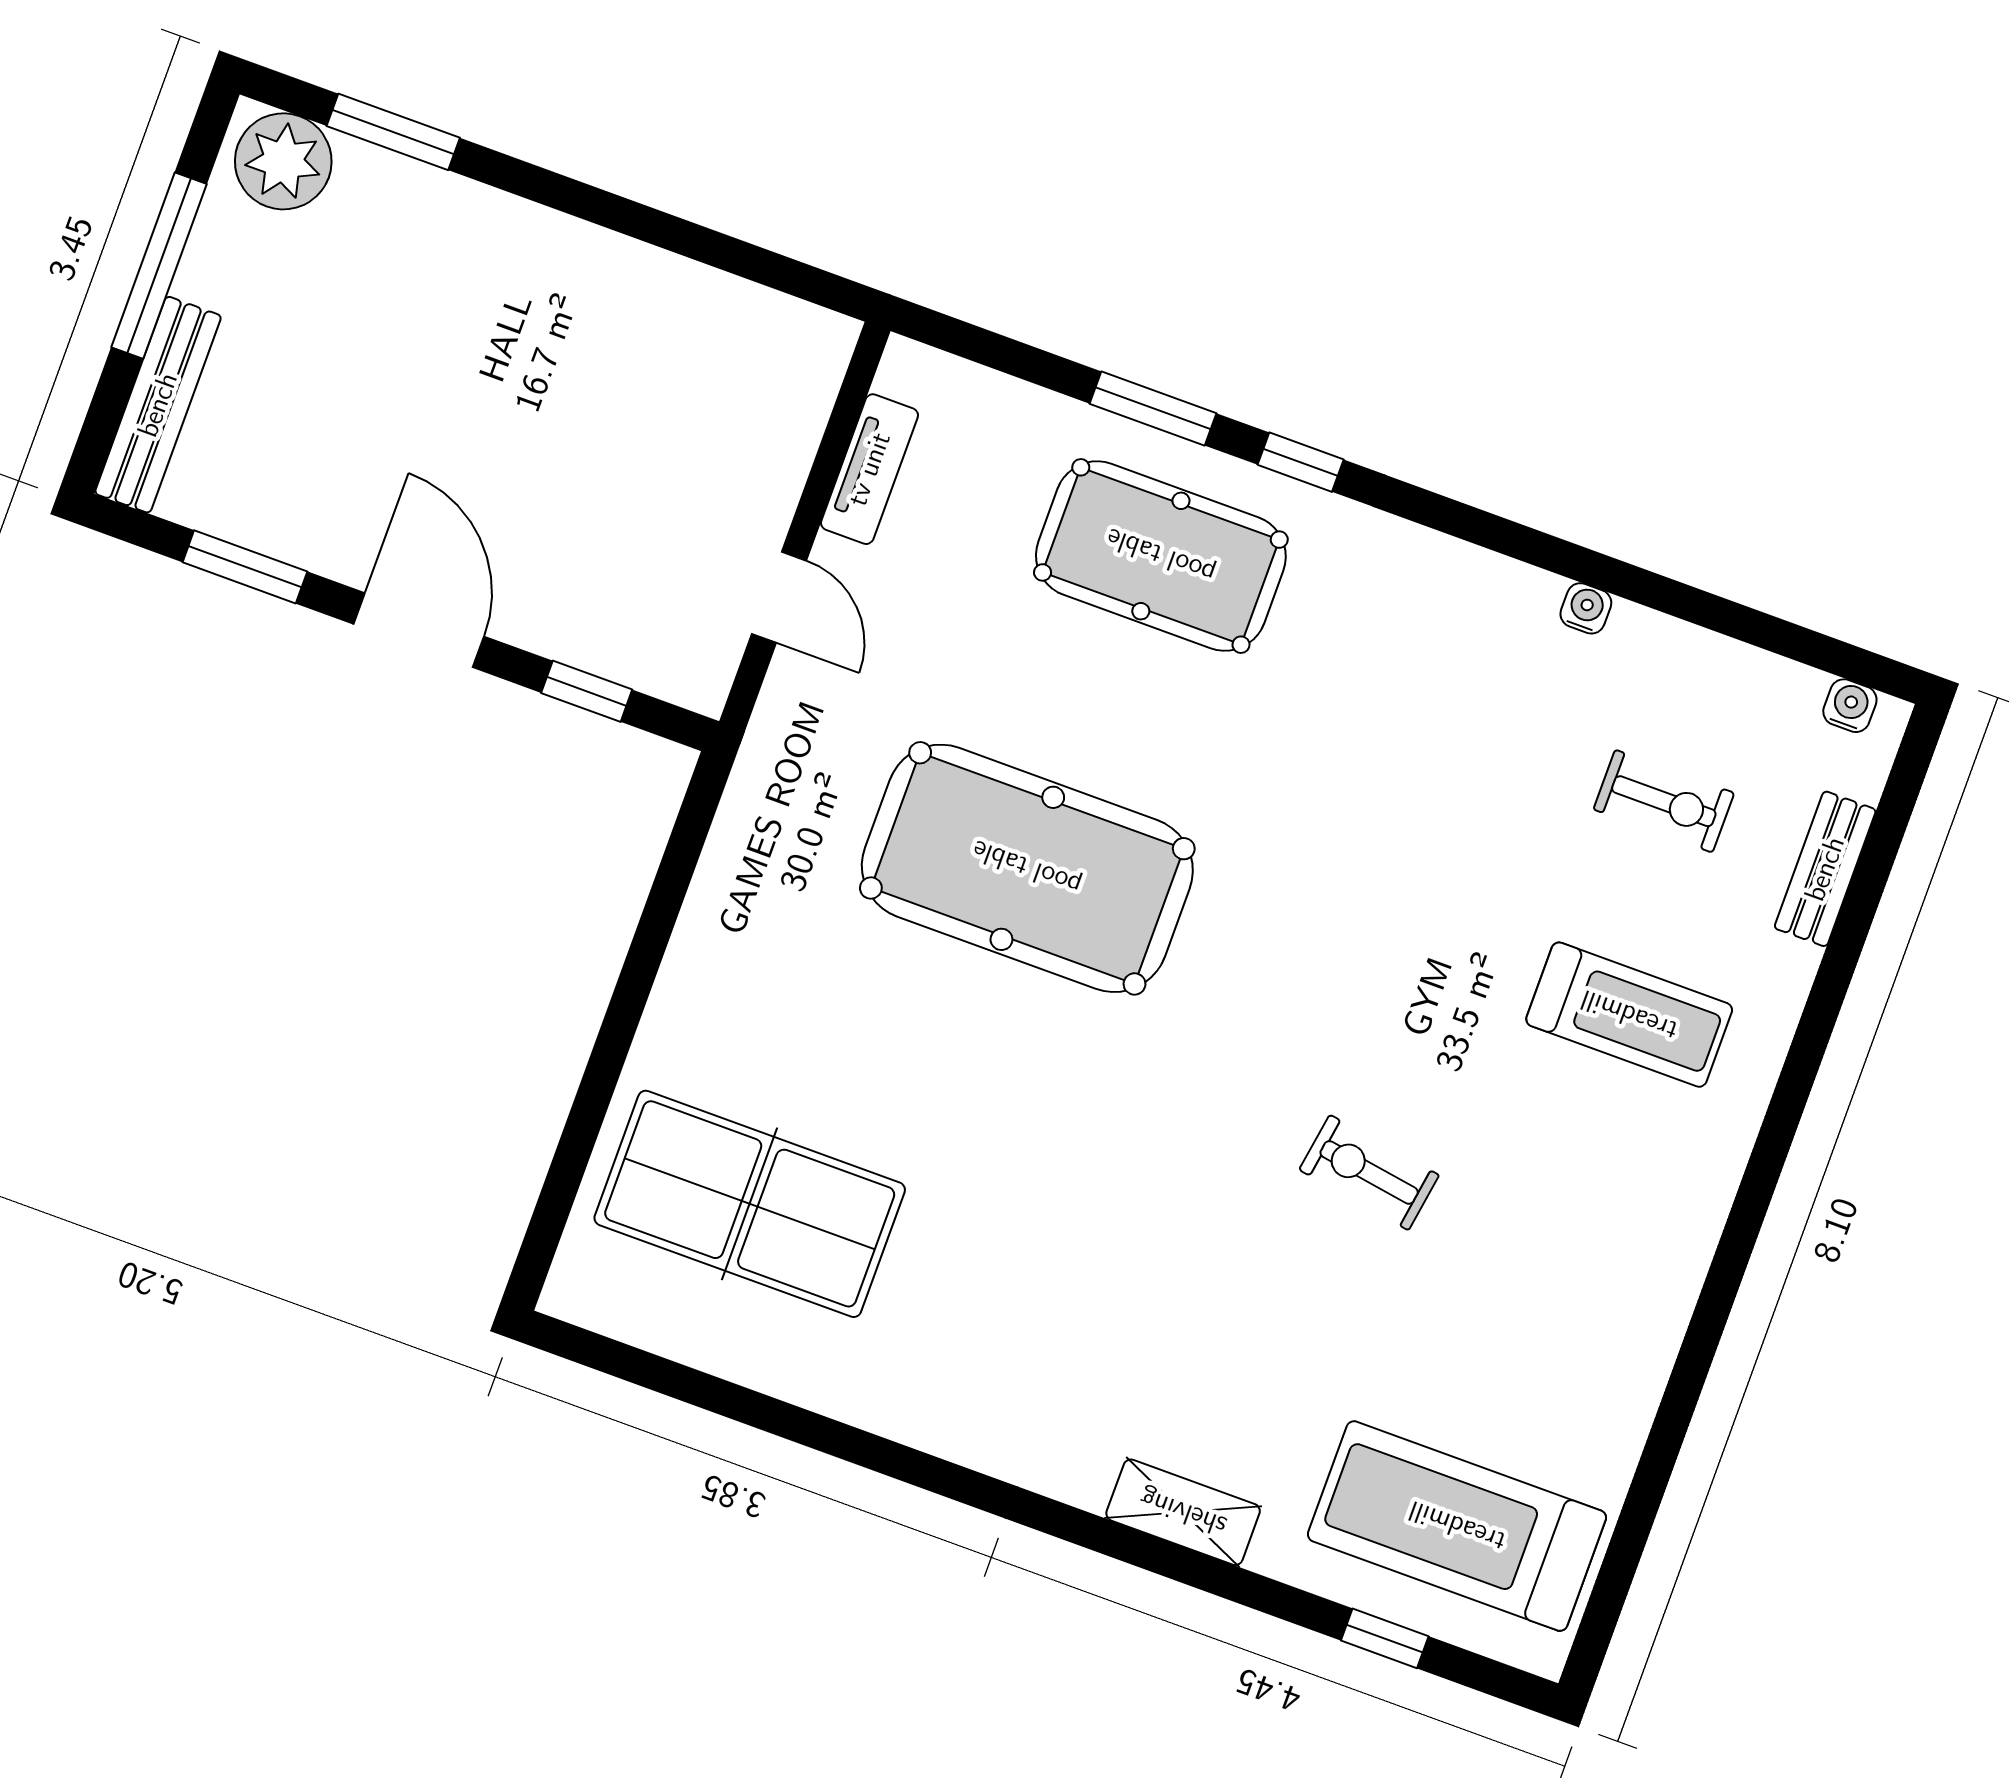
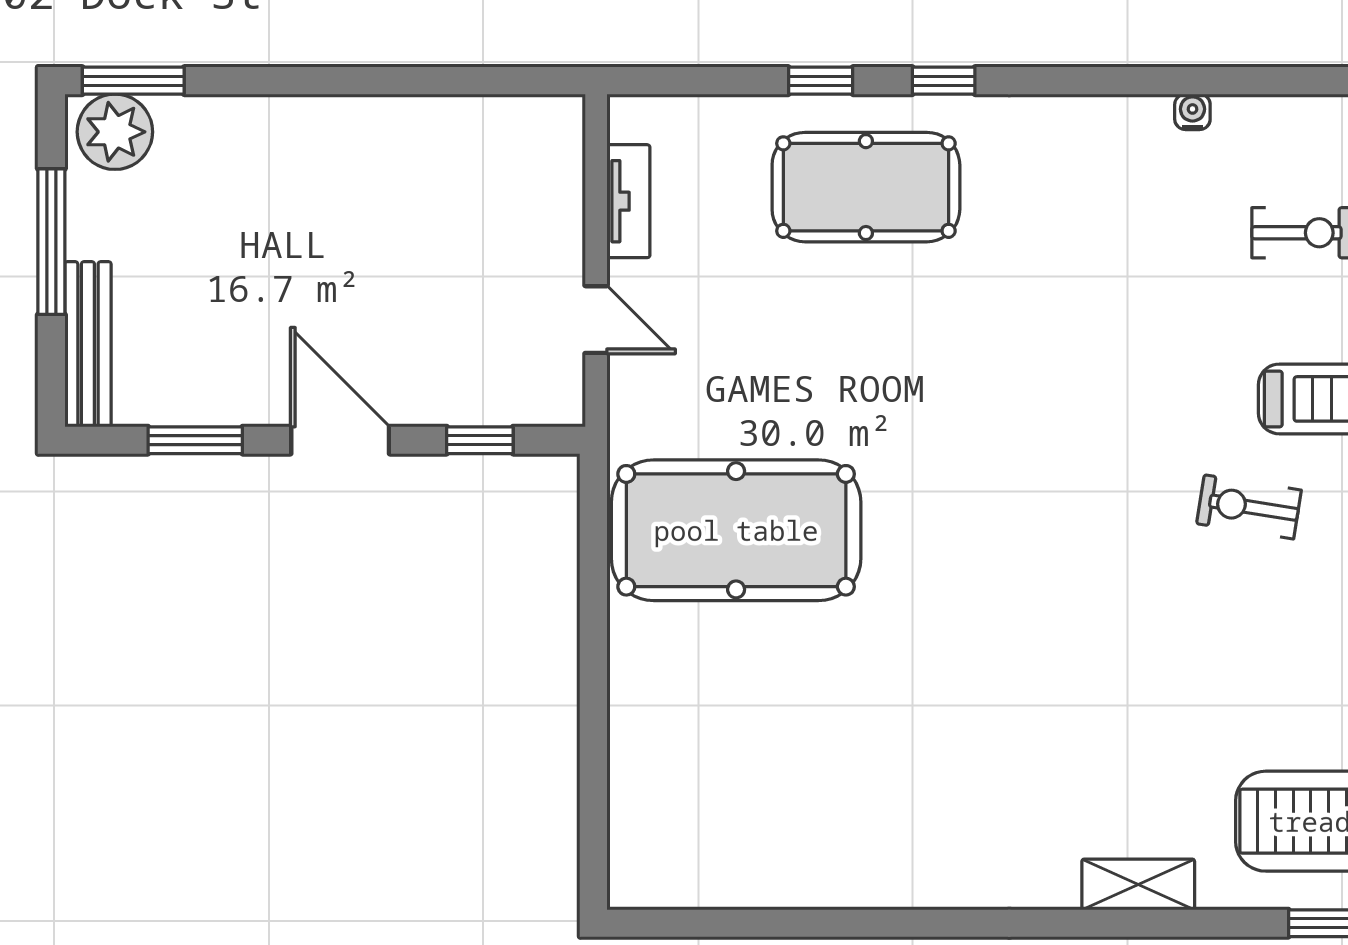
window: (393, 132) -> (133, 81), moved
window: (1153, 408) -> (821, 81), width x0.67
pool table: (1027, 868) -> (736, 530), moved
exercise bike: (1369, 1172) -> (1249, 507), moved
table tennis table: (750, 1204) -> (737, 774), removed

